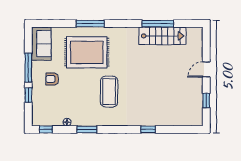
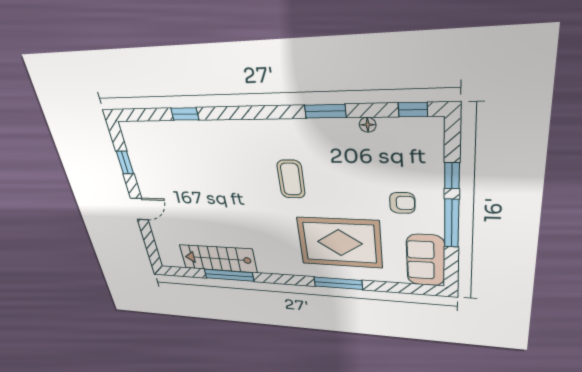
coffee table: (109, 92) -> (291, 179), width x0.73, depth x0.76
window: (148, 129) -> (185, 114), moved

